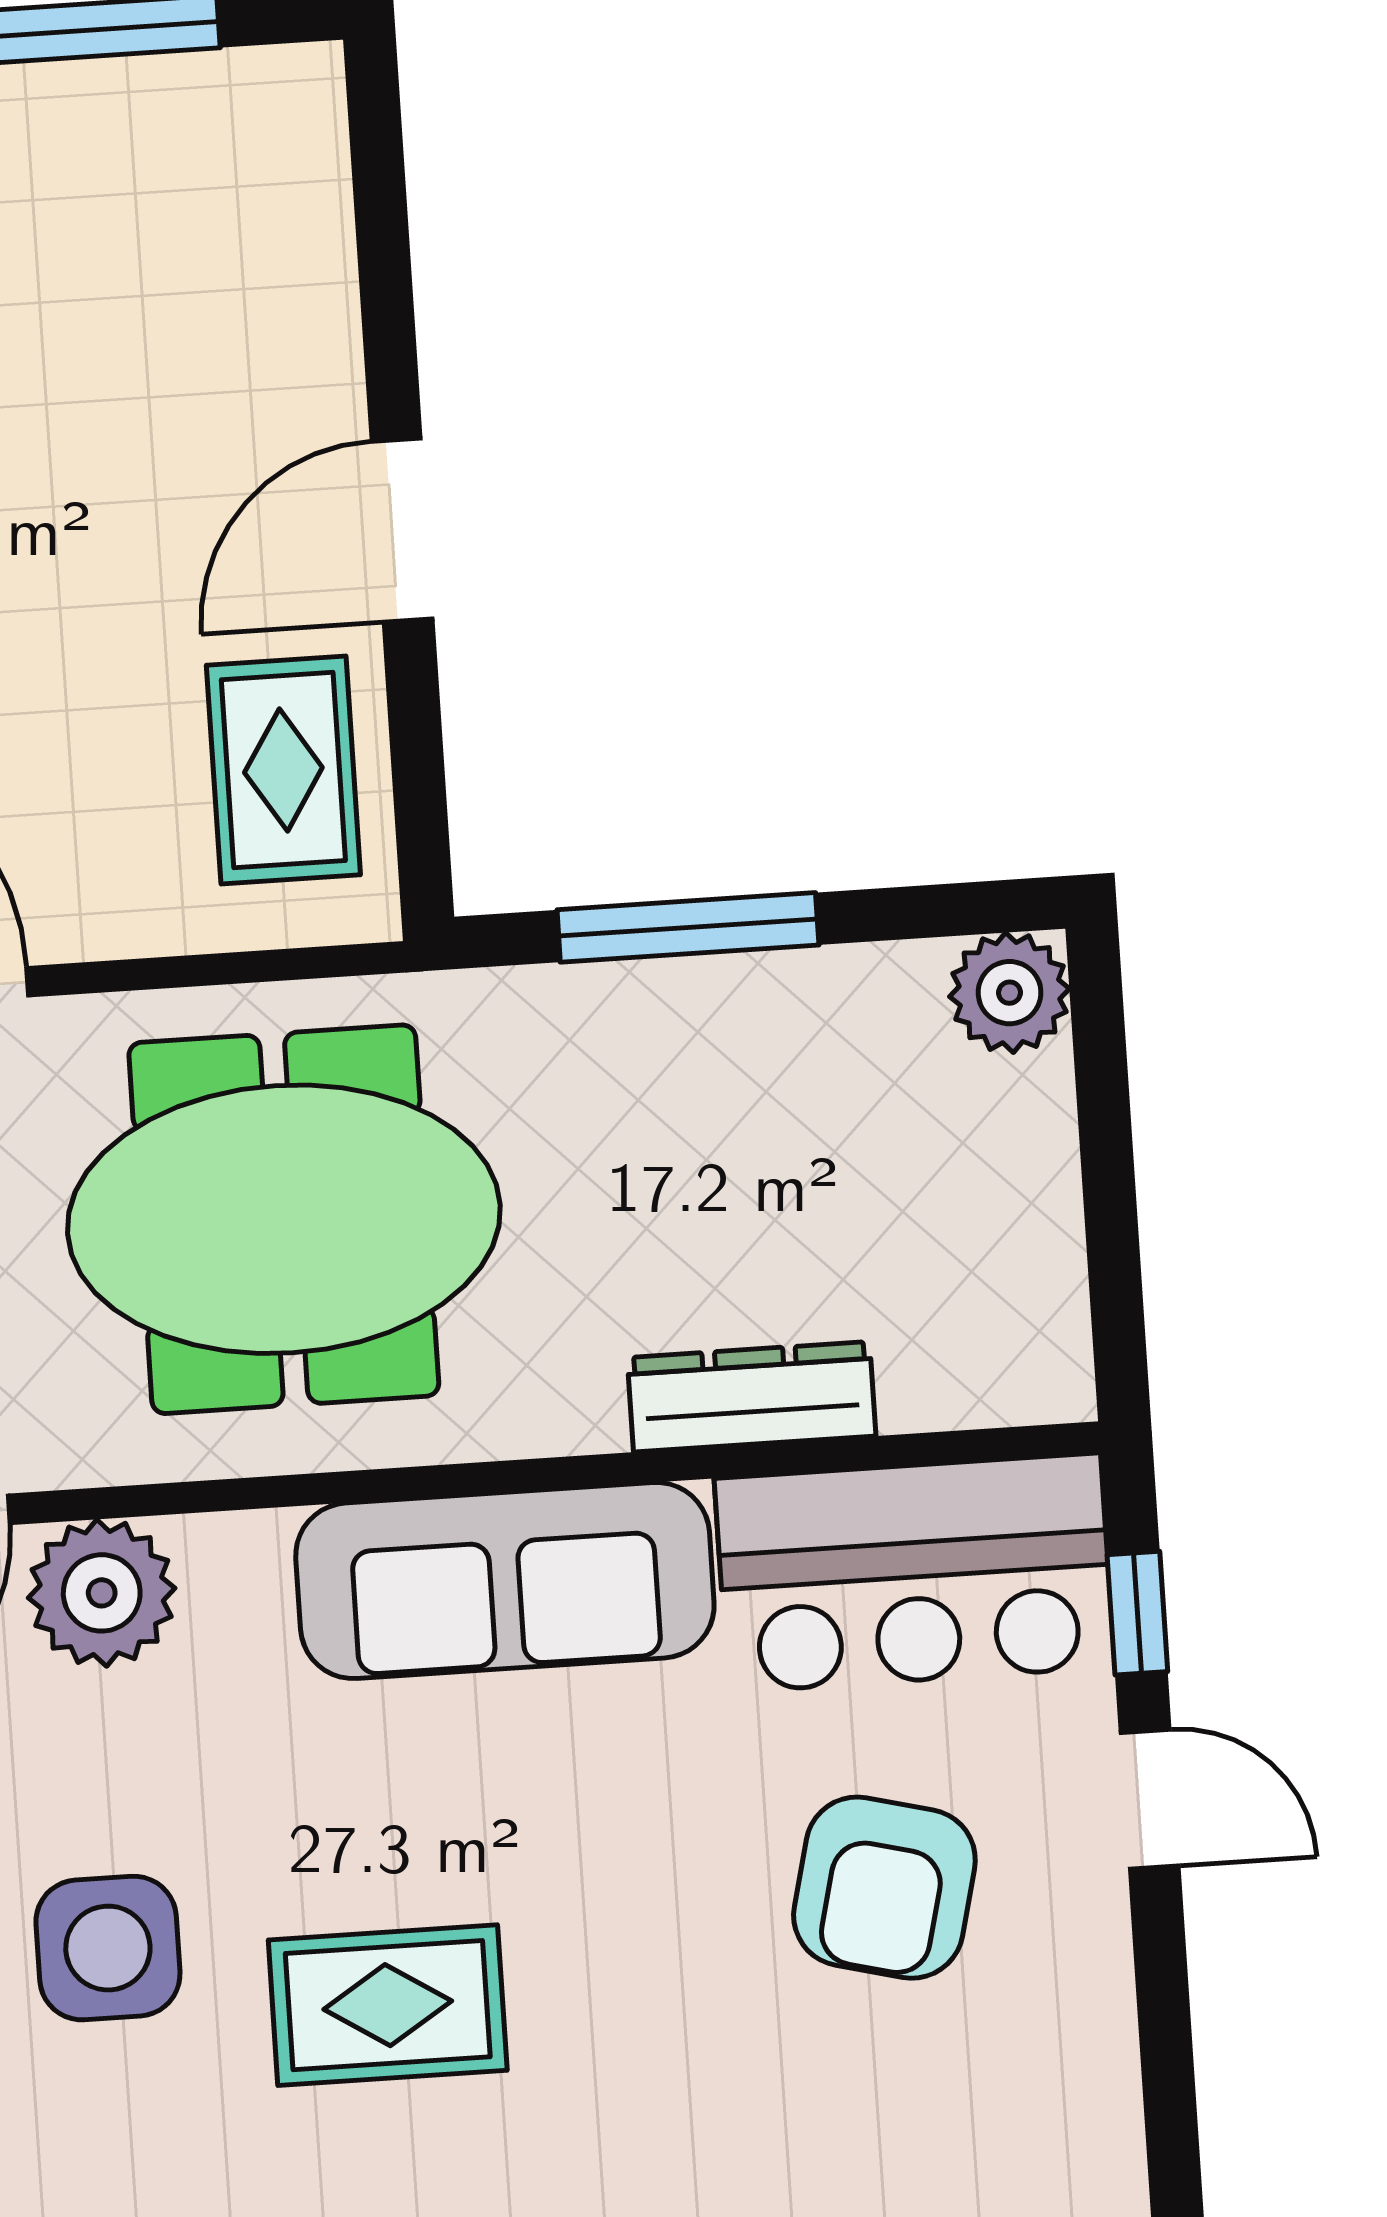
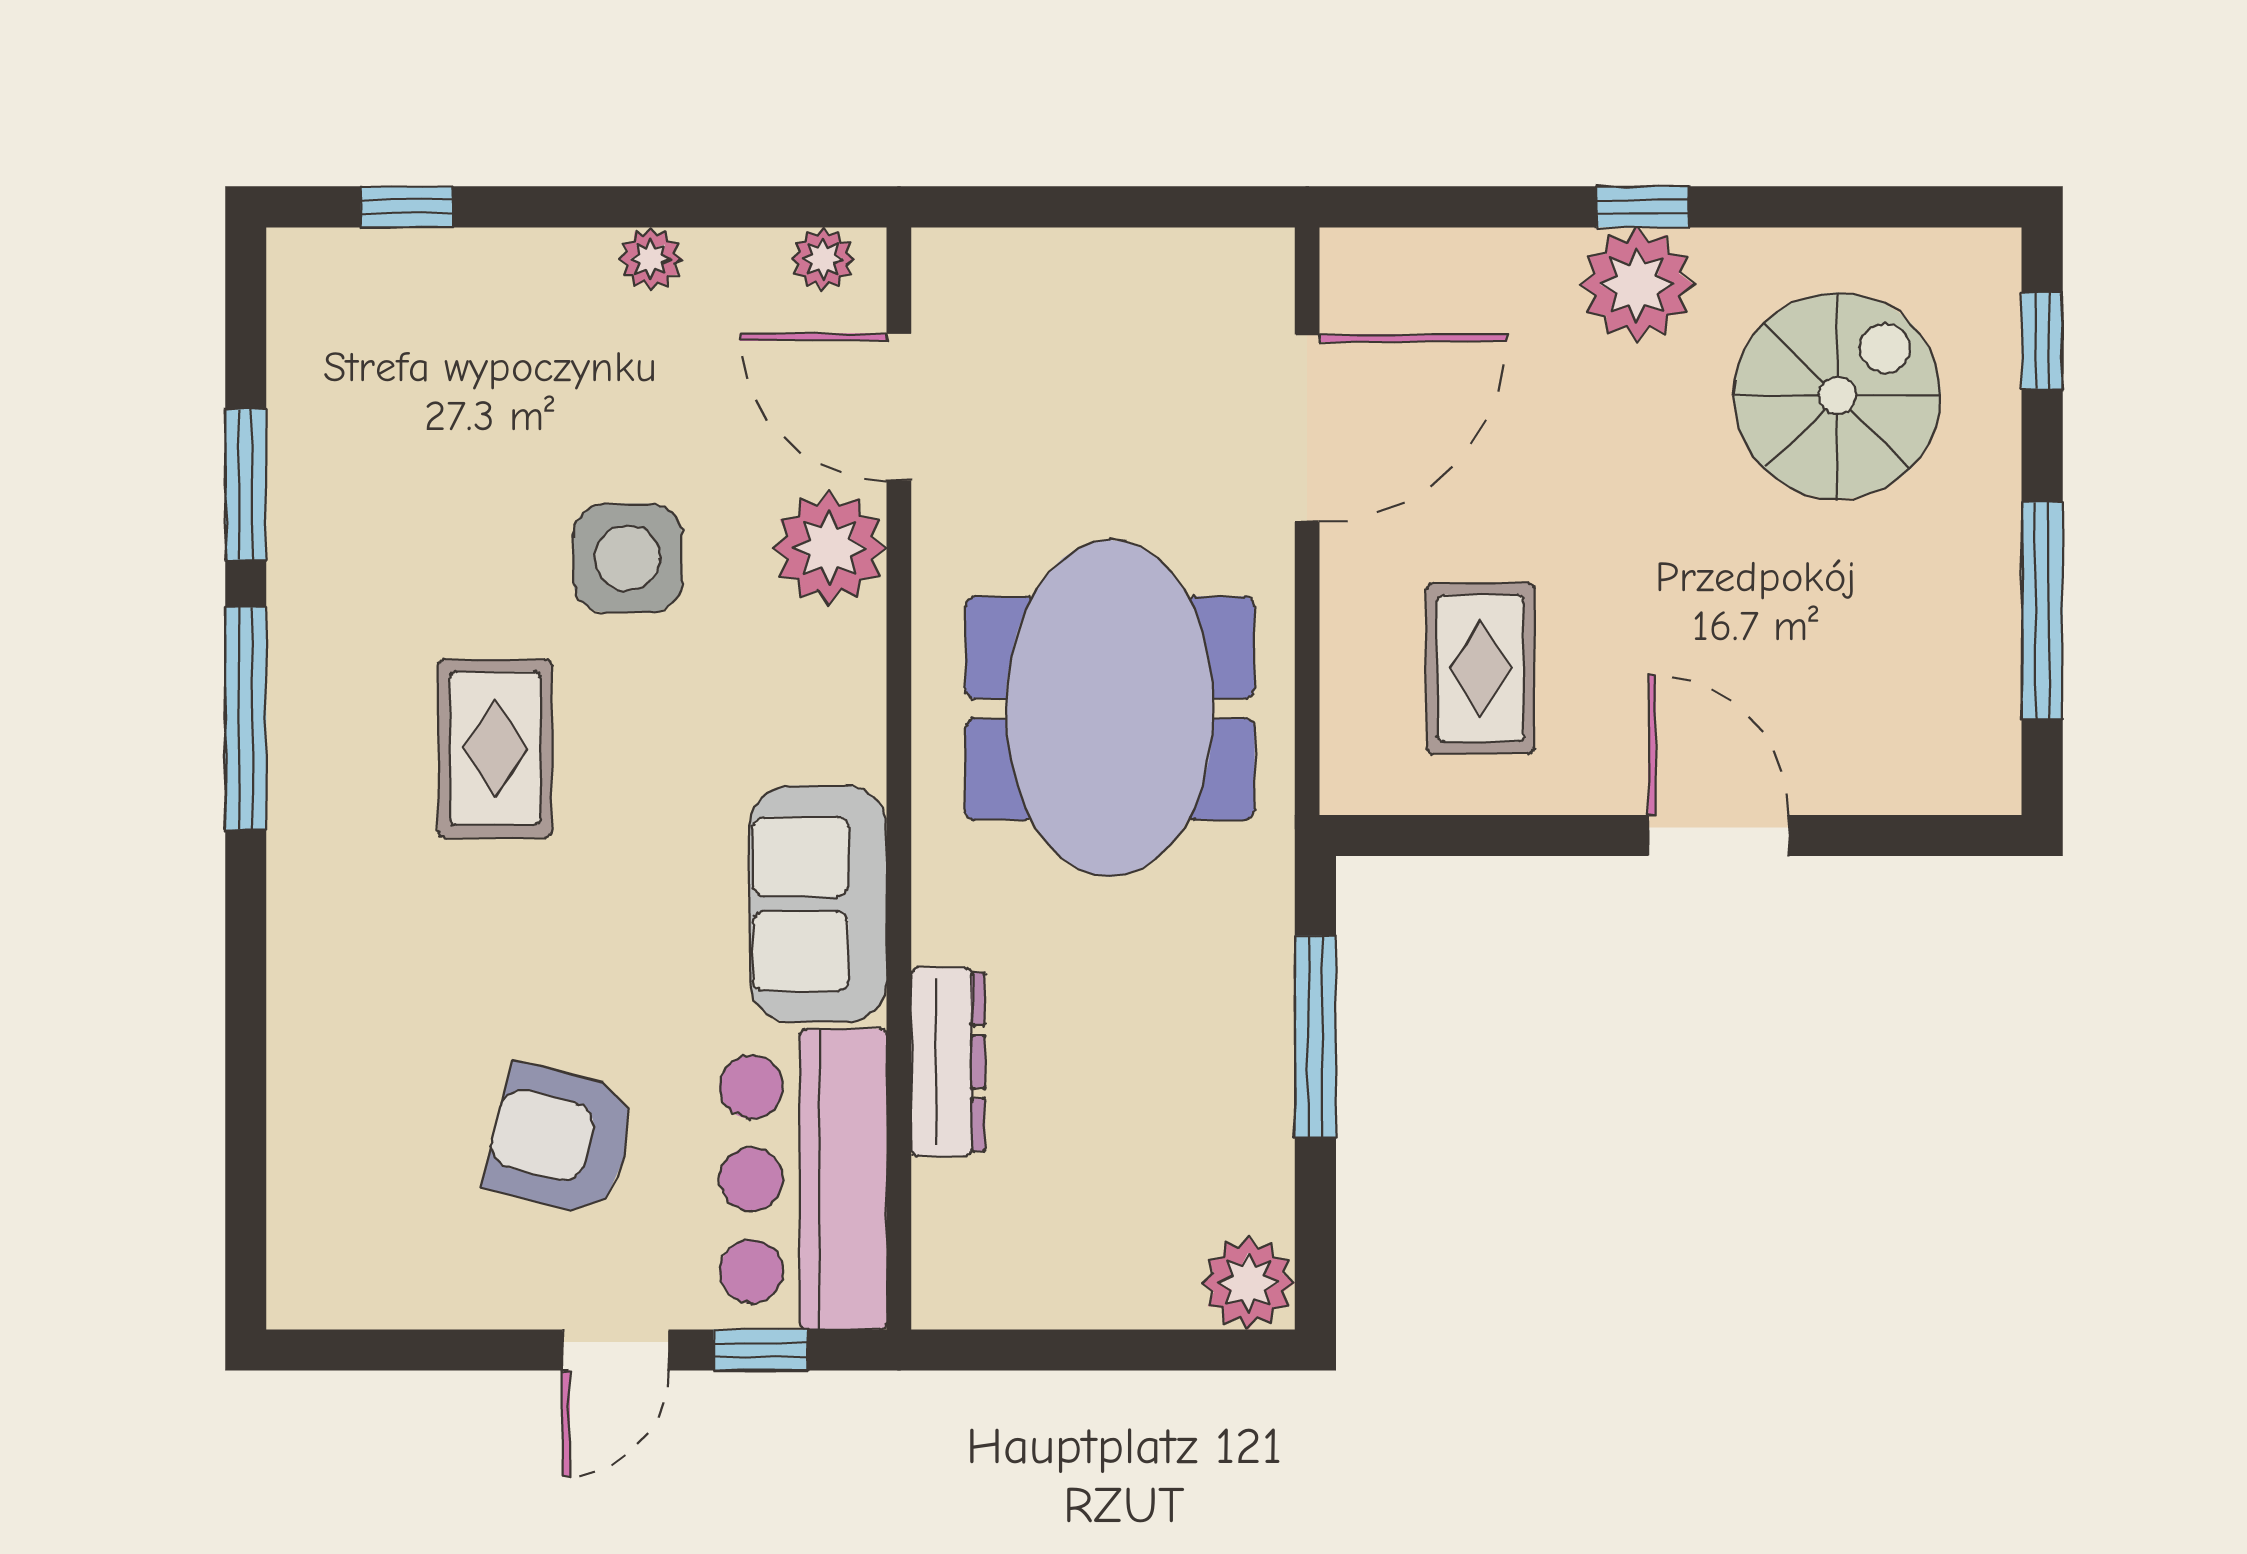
door: (402, 530) -> (1719, 836), moved
rug: (283, 770) -> (1481, 668), moved, turned 90
sofa: (505, 1580) -> (818, 904), width x0.73
side table: (108, 1948) -> (628, 558), moved

